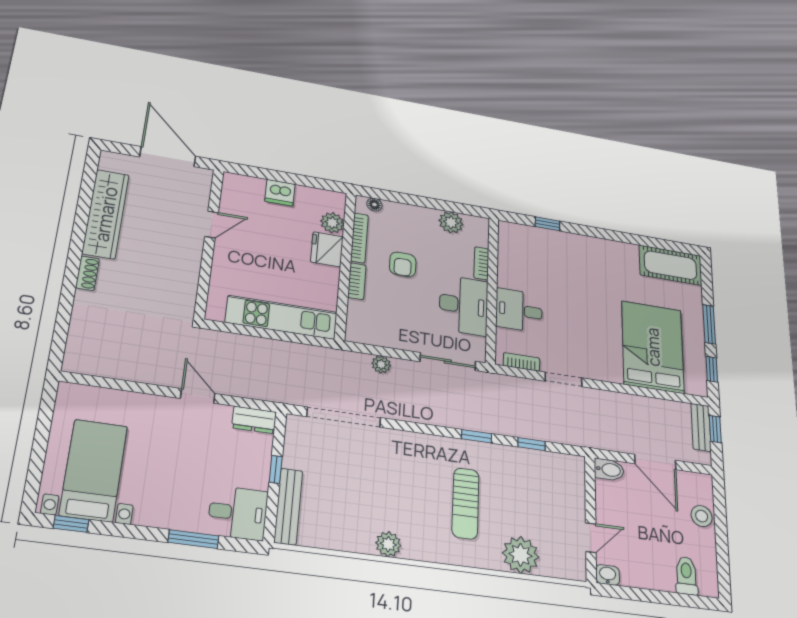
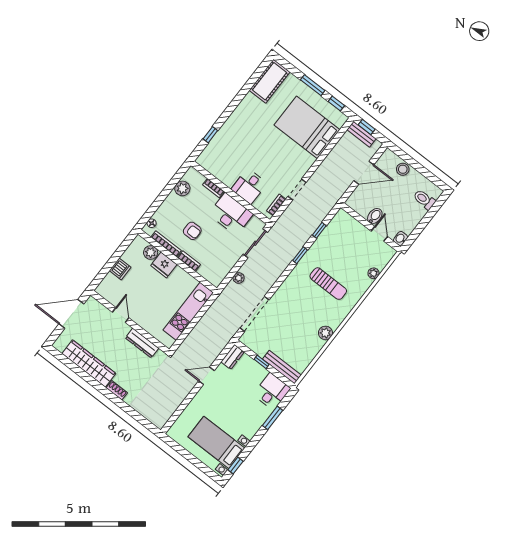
dresser: (188, 275) -> (142, 343), added
bidet: (609, 470) -> (375, 216), moved
plant: (521, 555) -> (373, 273), width x0.53, depth x0.53

